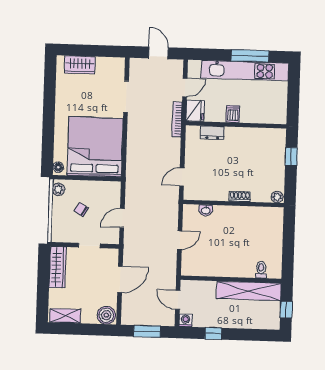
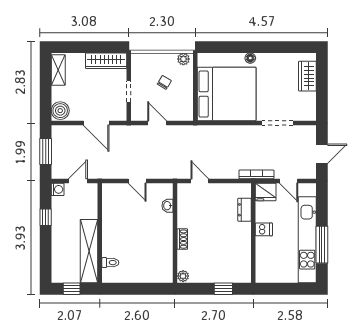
floor lamp: (58, 167) -> (250, 58), moved

